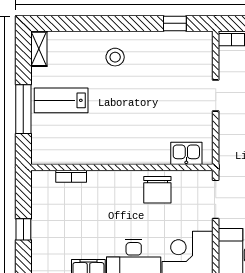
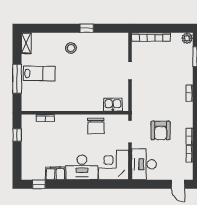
window: (175, 23) -> (87, 28), moved
lab bench: (61, 100) -> (39, 73), turned 180
window: (23, 229) -> (17, 135), moved

